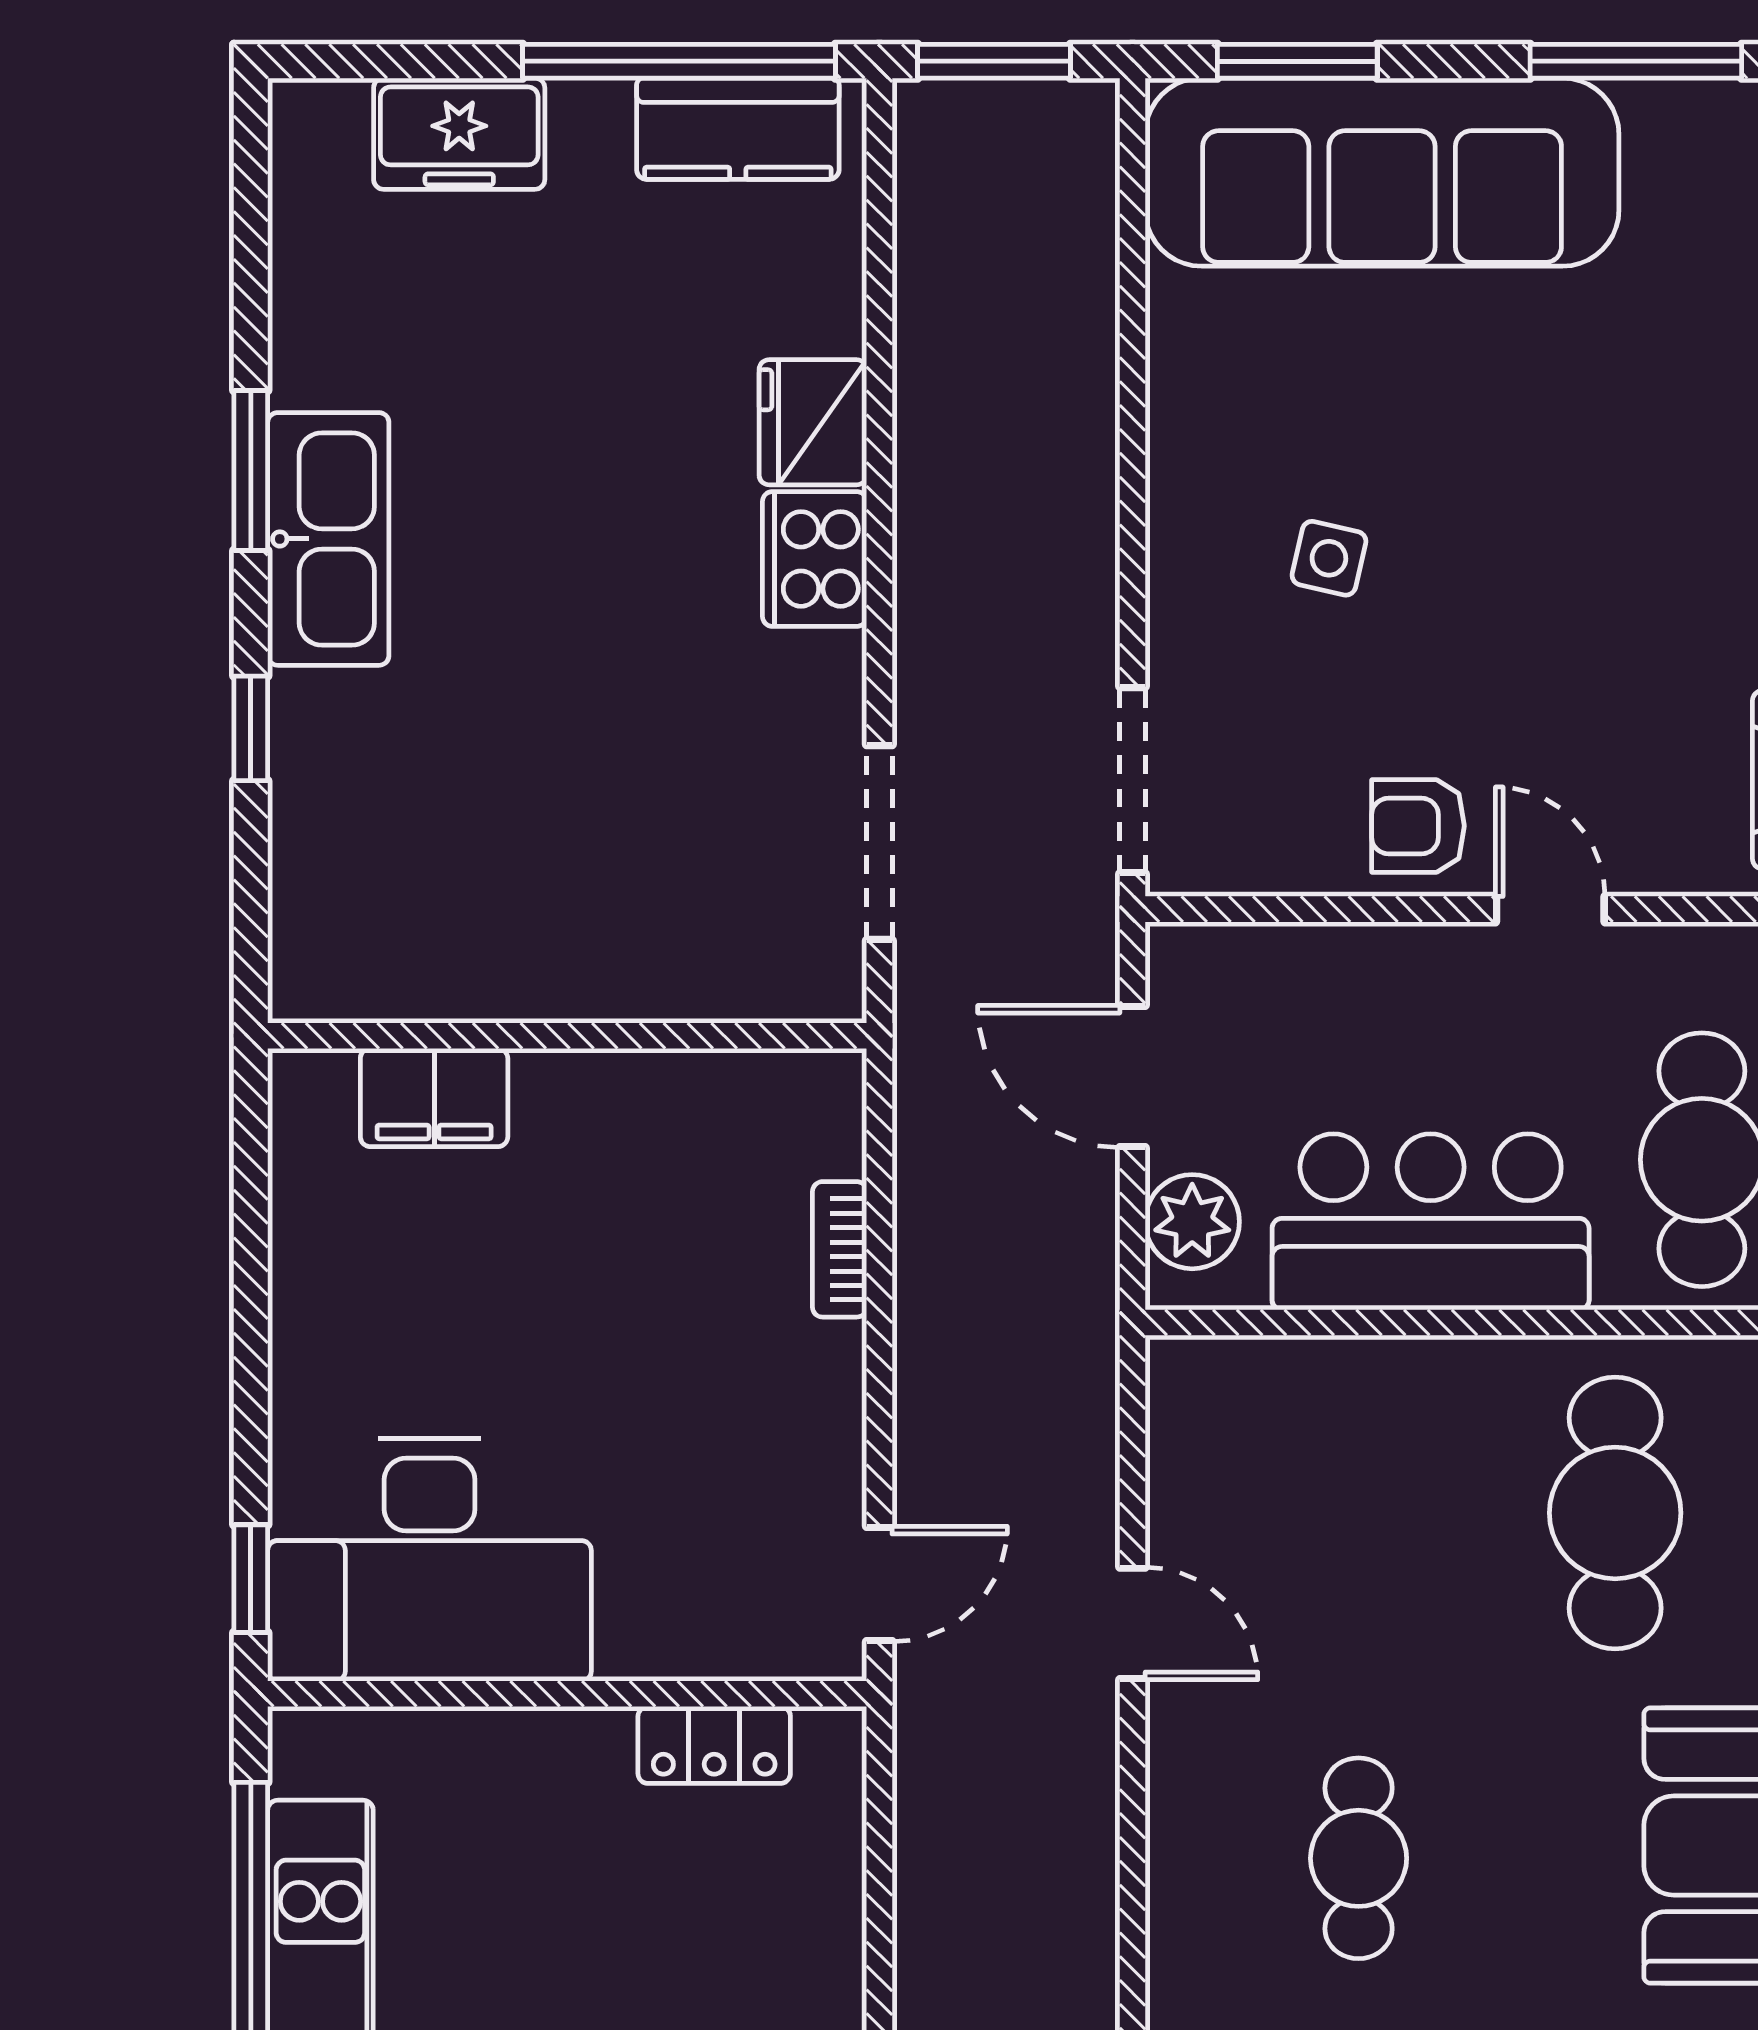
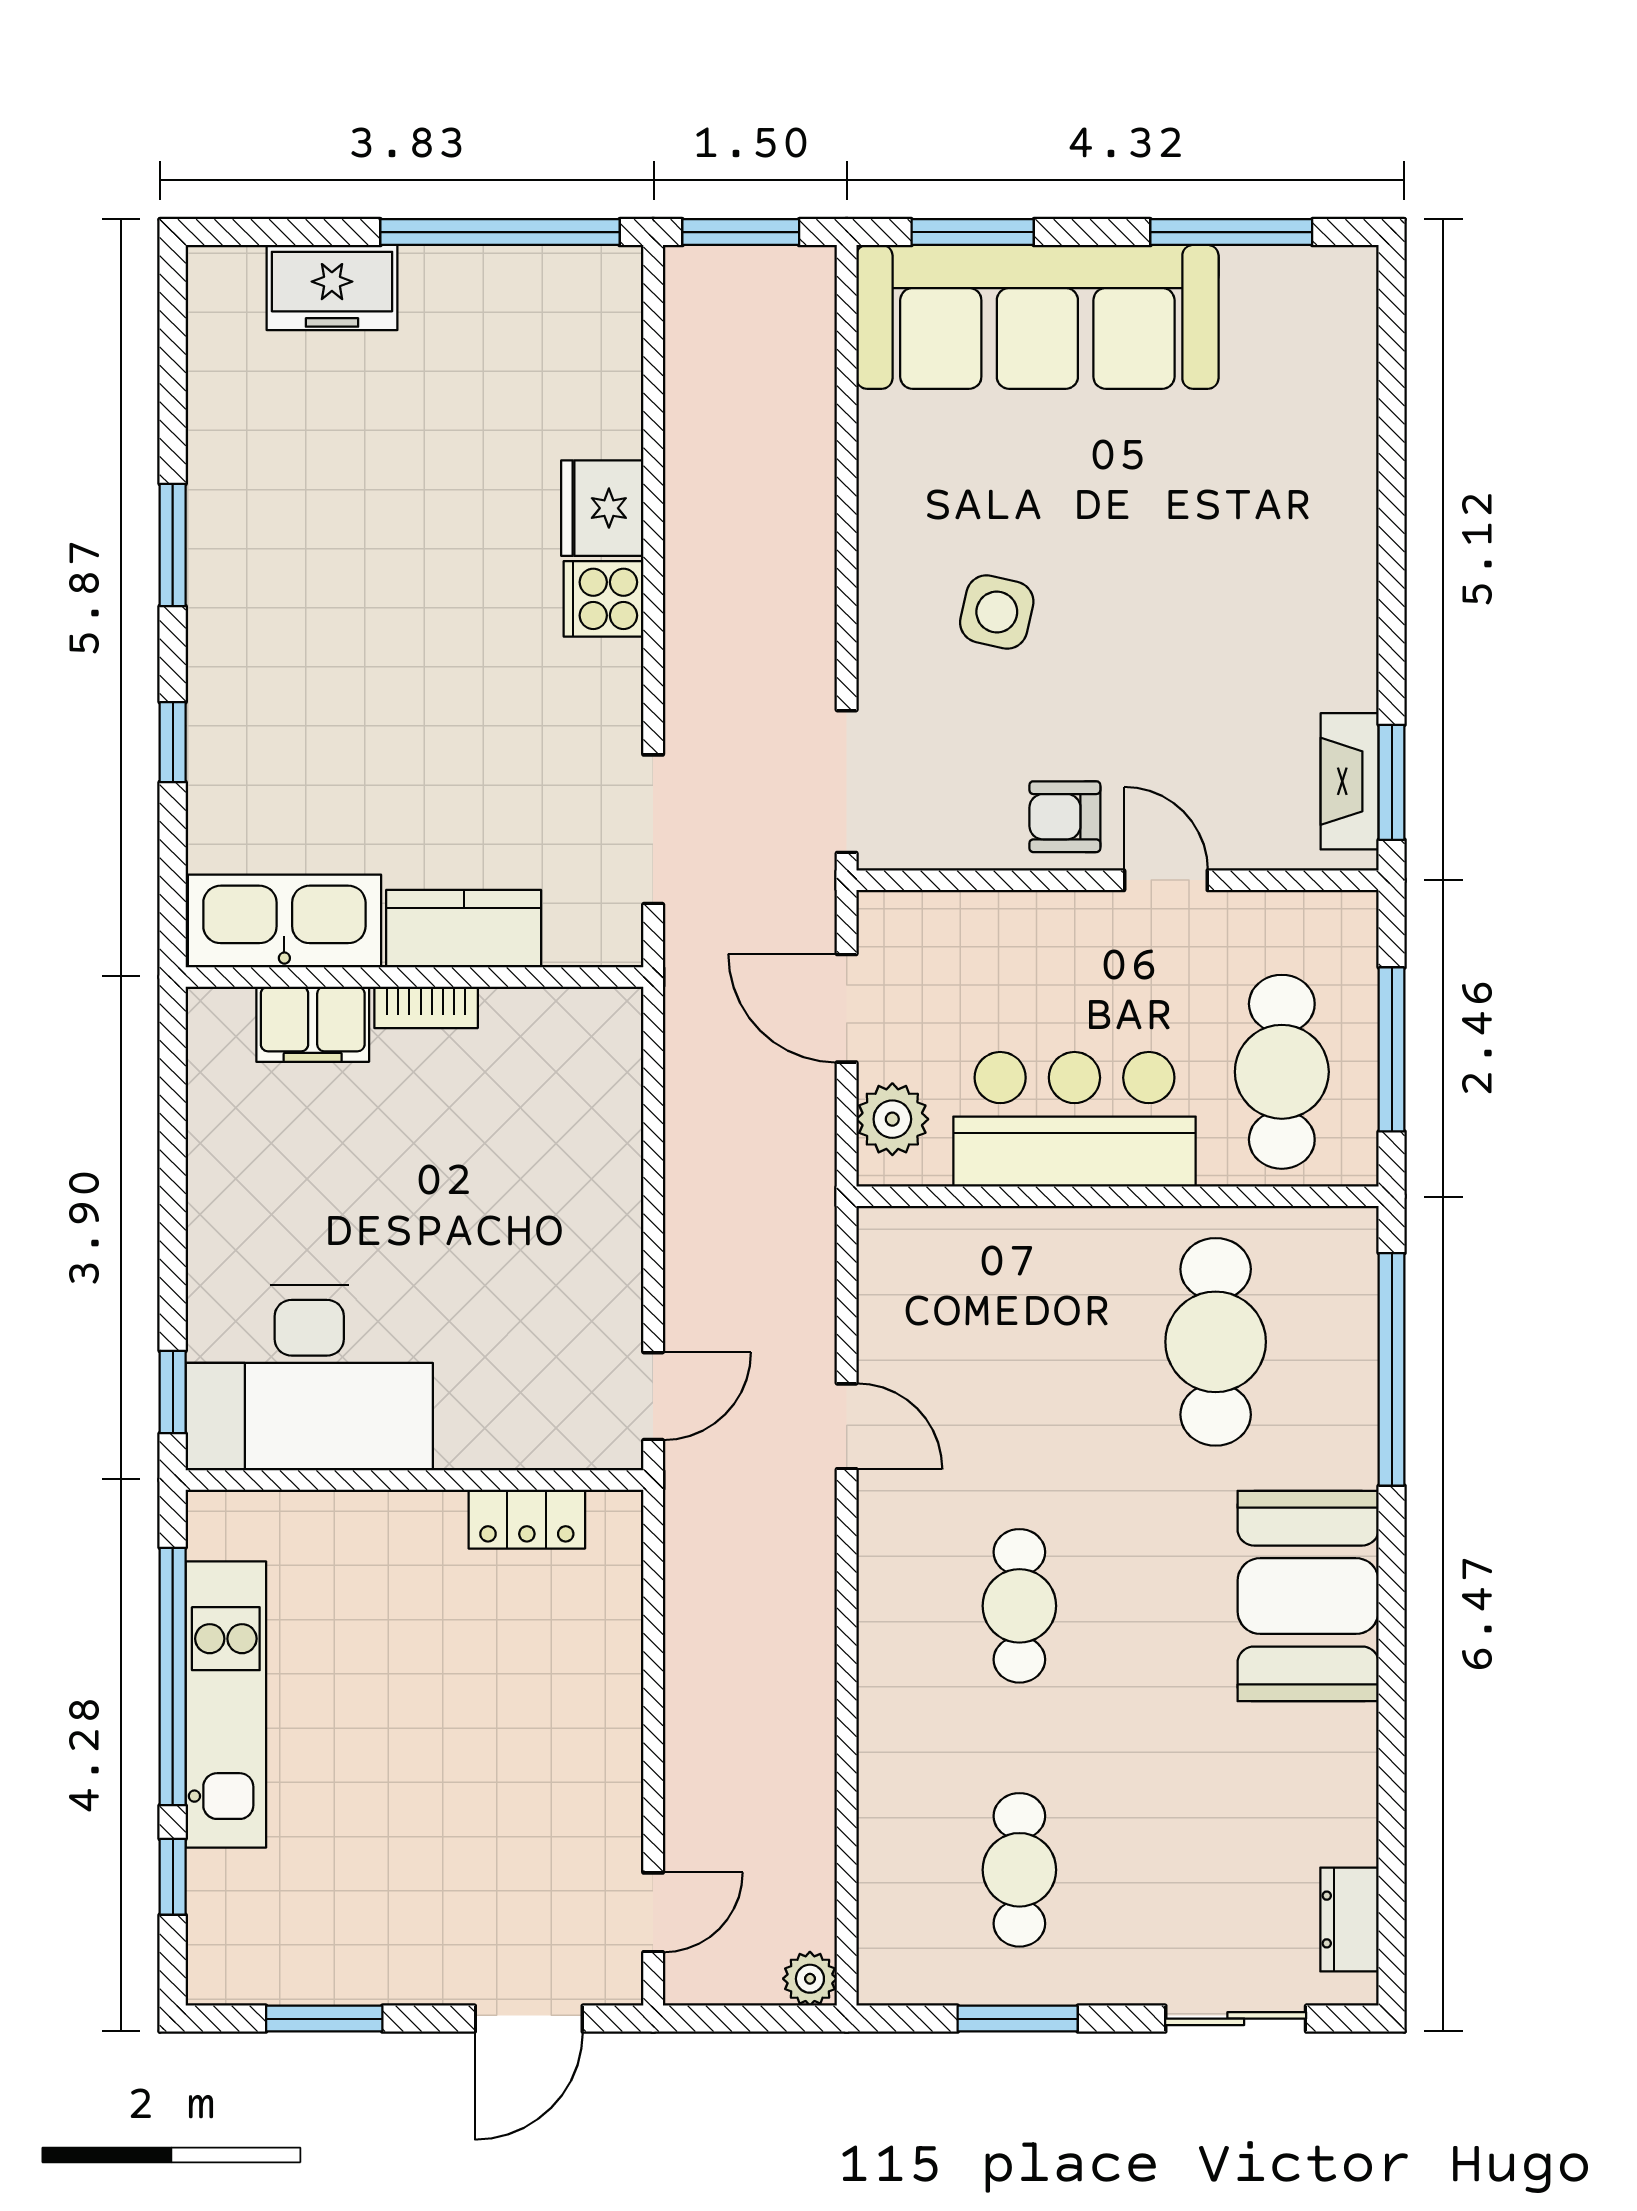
kitchen counter: (738, 129) -> (464, 929), moved, turned 180
kitchen sink: (328, 539) -> (284, 921), moved, turned -90
side table: (1329, 558) -> (997, 612), width x1.37, depth x1.37
cooker: (815, 559) -> (604, 599), width x0.73
bookcase: (840, 1249) -> (426, 1007), moved, turned -90

